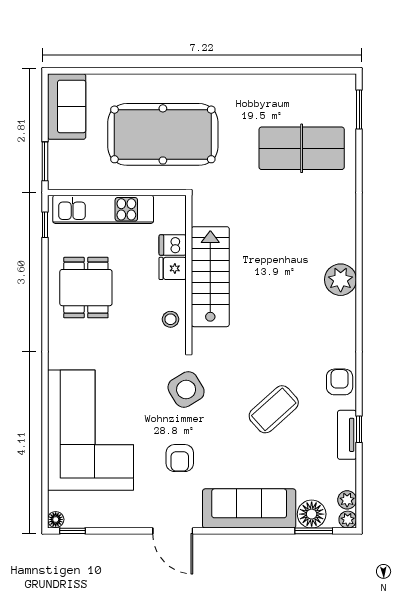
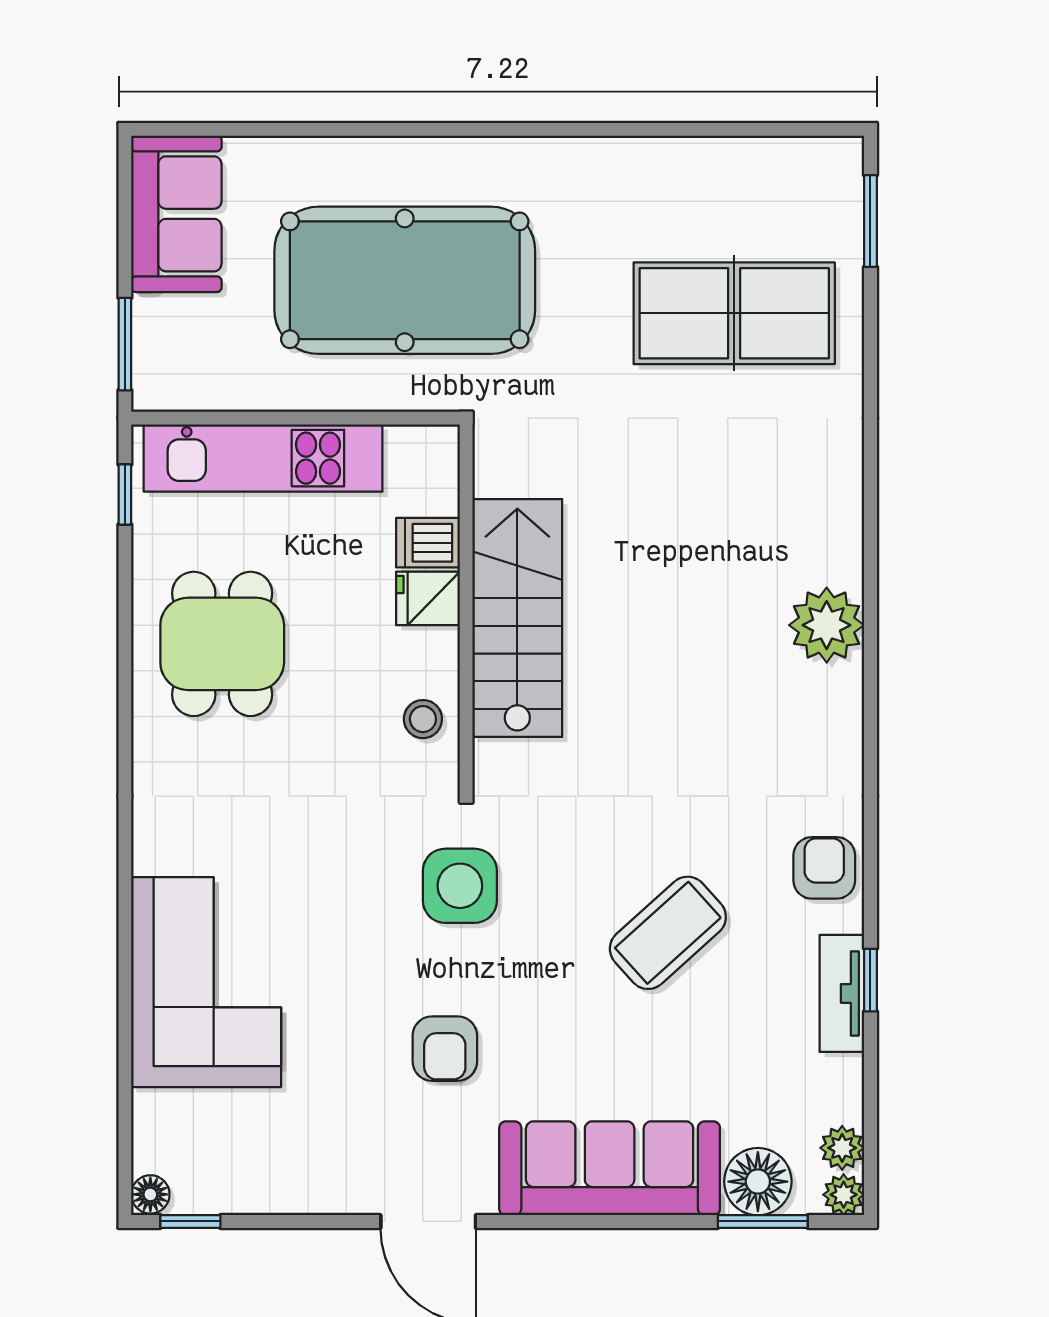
side table: (186, 389) -> (460, 886), turned 31
corner sofa: (91, 430) -> (206, 982), width x0.73, depth x0.74

